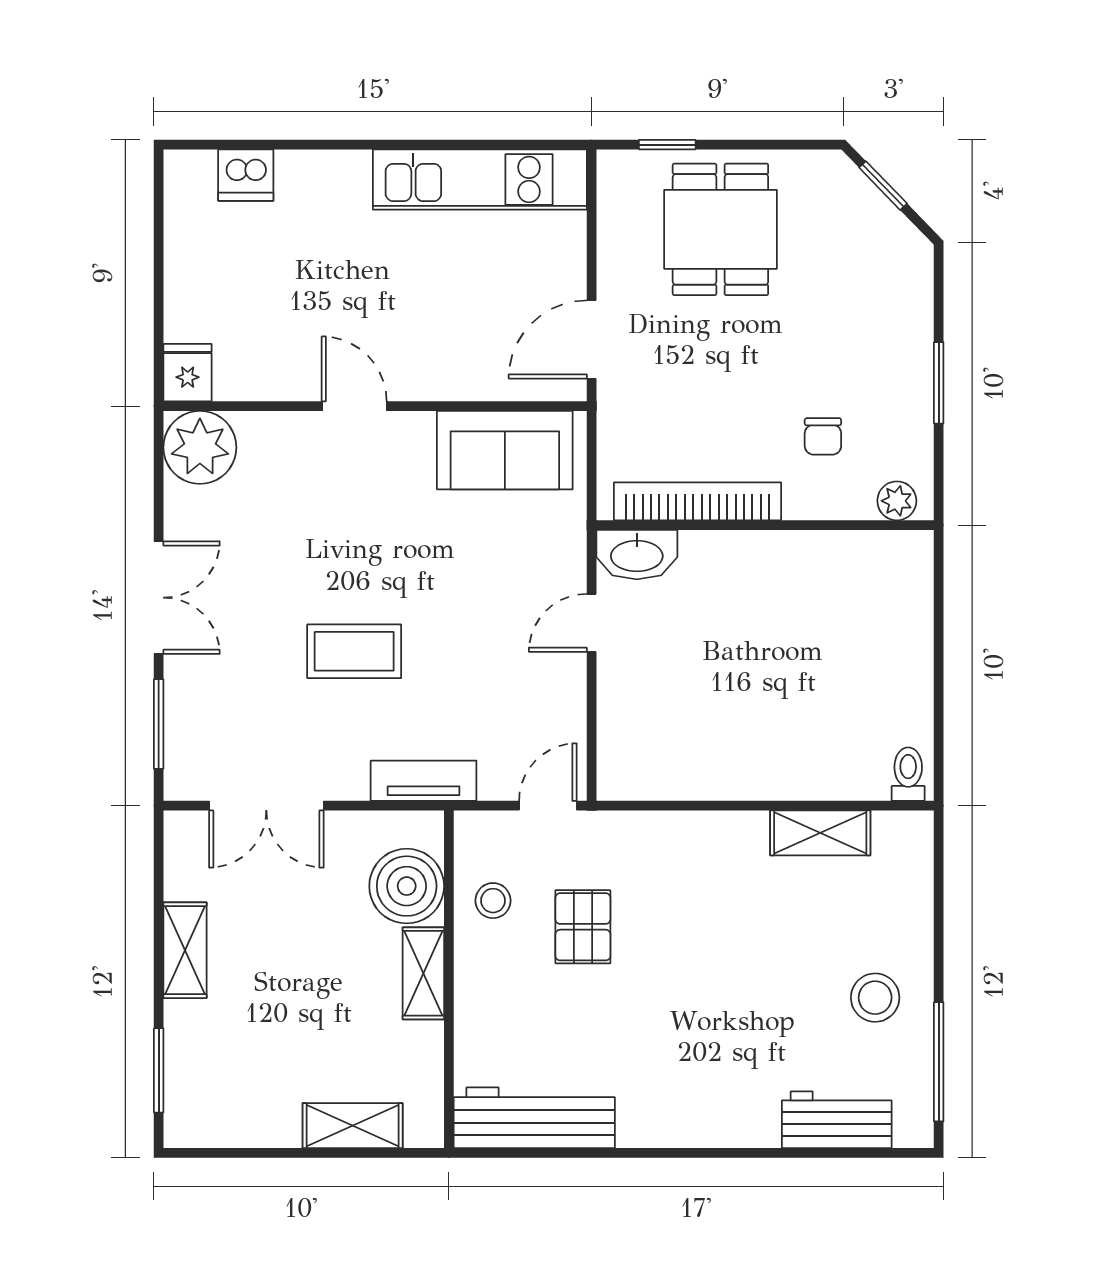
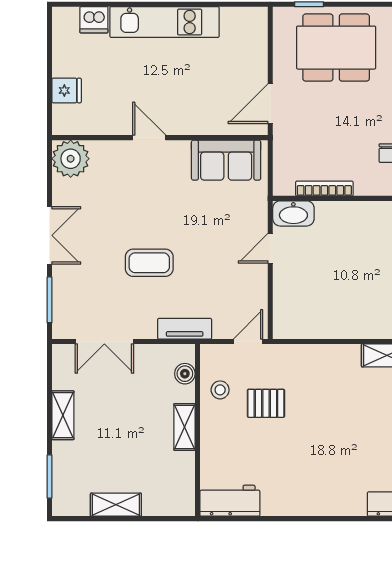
kitchen unit: (480, 179) -> (165, 22), moved
dining table: (720, 229) -> (336, 48), width x1.38
fridge: (188, 373) -> (67, 90), moved, turned 90
bookcase: (698, 501) -> (324, 189), width x0.68, depth x0.76
boiler: (407, 886) -> (185, 374), width x0.54, depth x0.54
pallet: (583, 927) -> (266, 403), turned 90
workbench: (534, 1118) -> (230, 501), width x0.73
shelving: (353, 1126) -> (116, 505), moved

